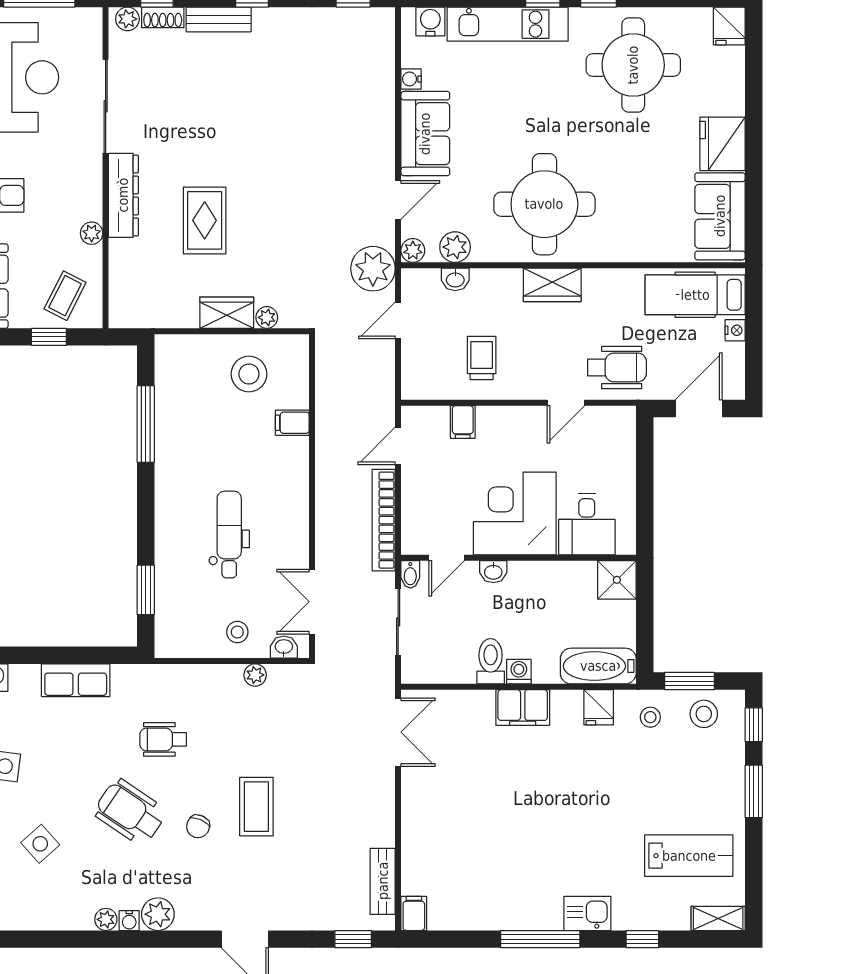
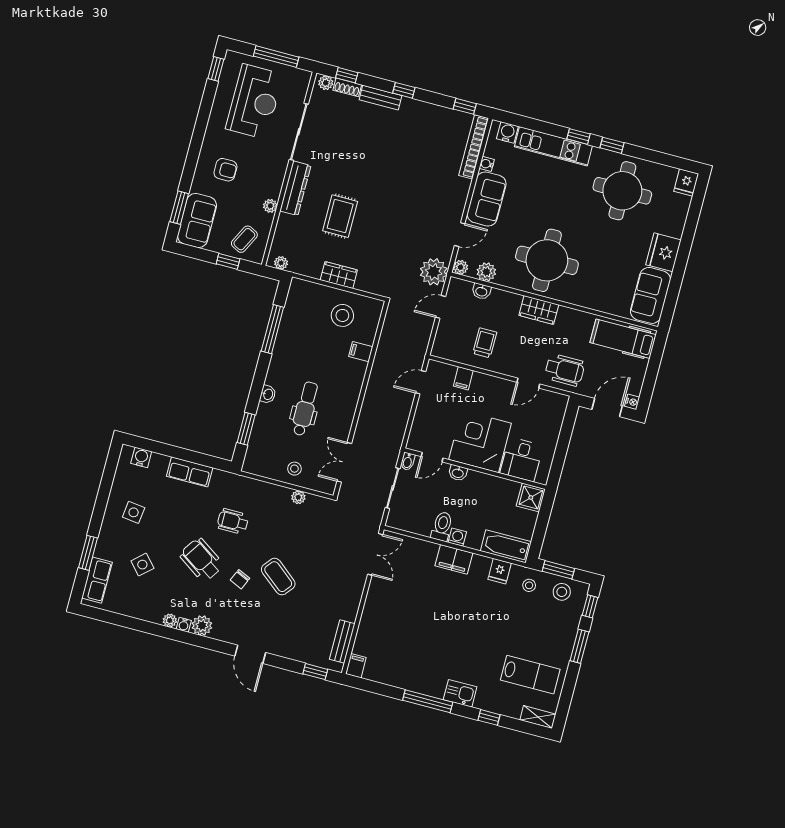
plant: (267, 317) -> (281, 263), moved
nightstand: (735, 330) -> (632, 402), moved
bookcase: (384, 520) -> (474, 147), moved
washbasin: (284, 647) -> (268, 394), moved, turned 90
coffee table: (256, 807) -> (278, 577), turned -51

